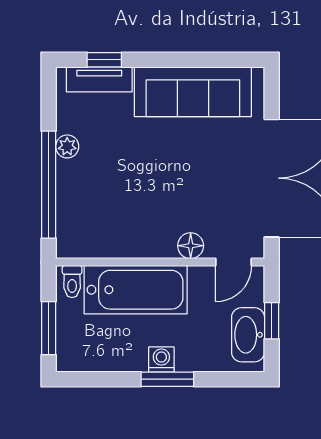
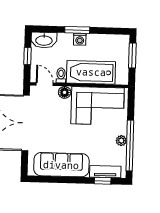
window: (49, 185) -> (130, 145), moved
corner sofa: (120, 219) -> (97, 106), added
door: (234, 262) -> (45, 84), hinge flipped
toilet: (72, 282) -> (61, 75), moved
washbasin: (248, 335) -> (44, 40), moved, turned 90

